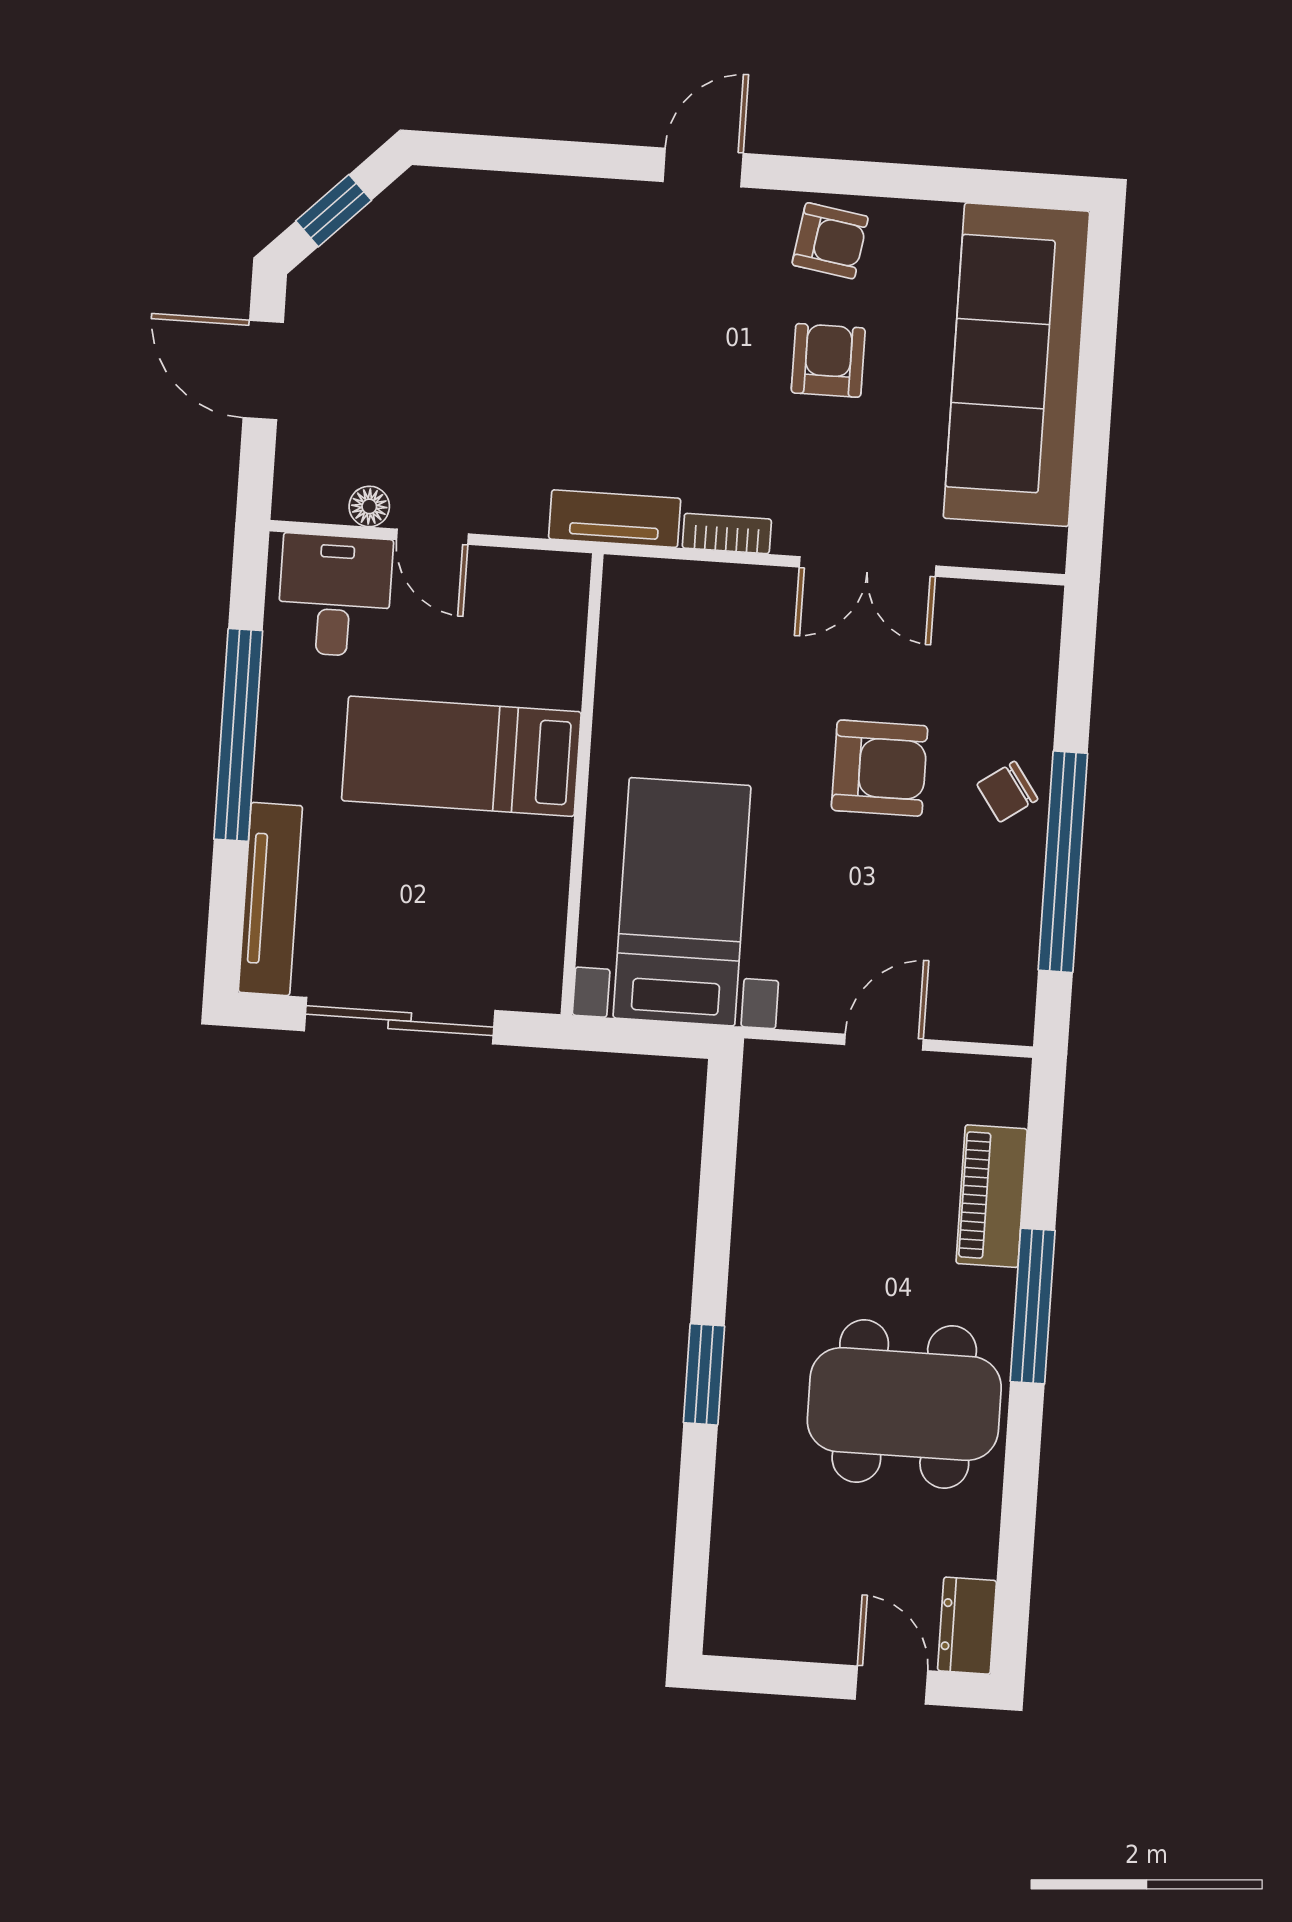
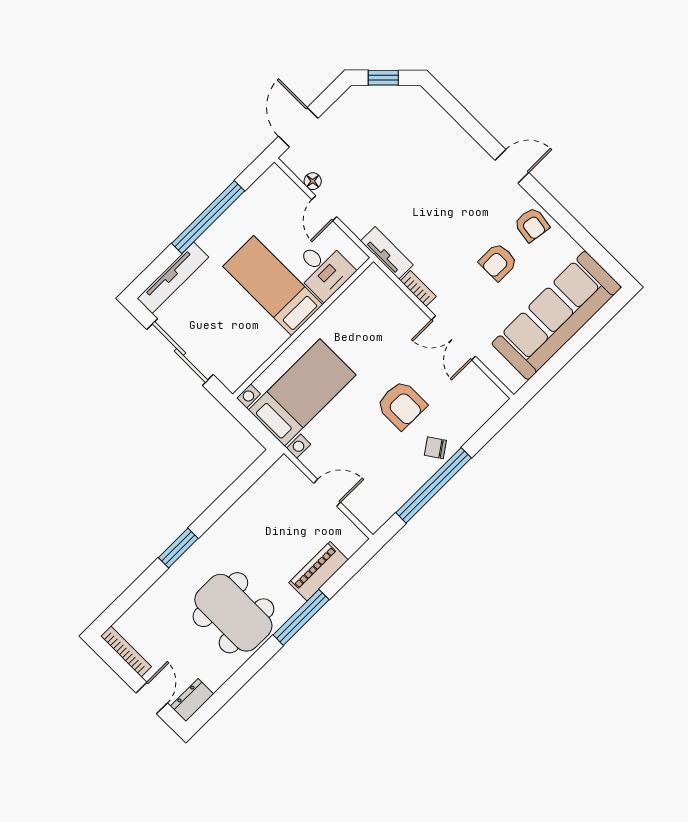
armchair: (828, 360) -> (498, 262), turned 180
door: (263, 370) -> (298, 127), moved
desk: (335, 595) -> (323, 269), moved, turned 90
bookcase: (772, 1642) -> (126, 651), added

